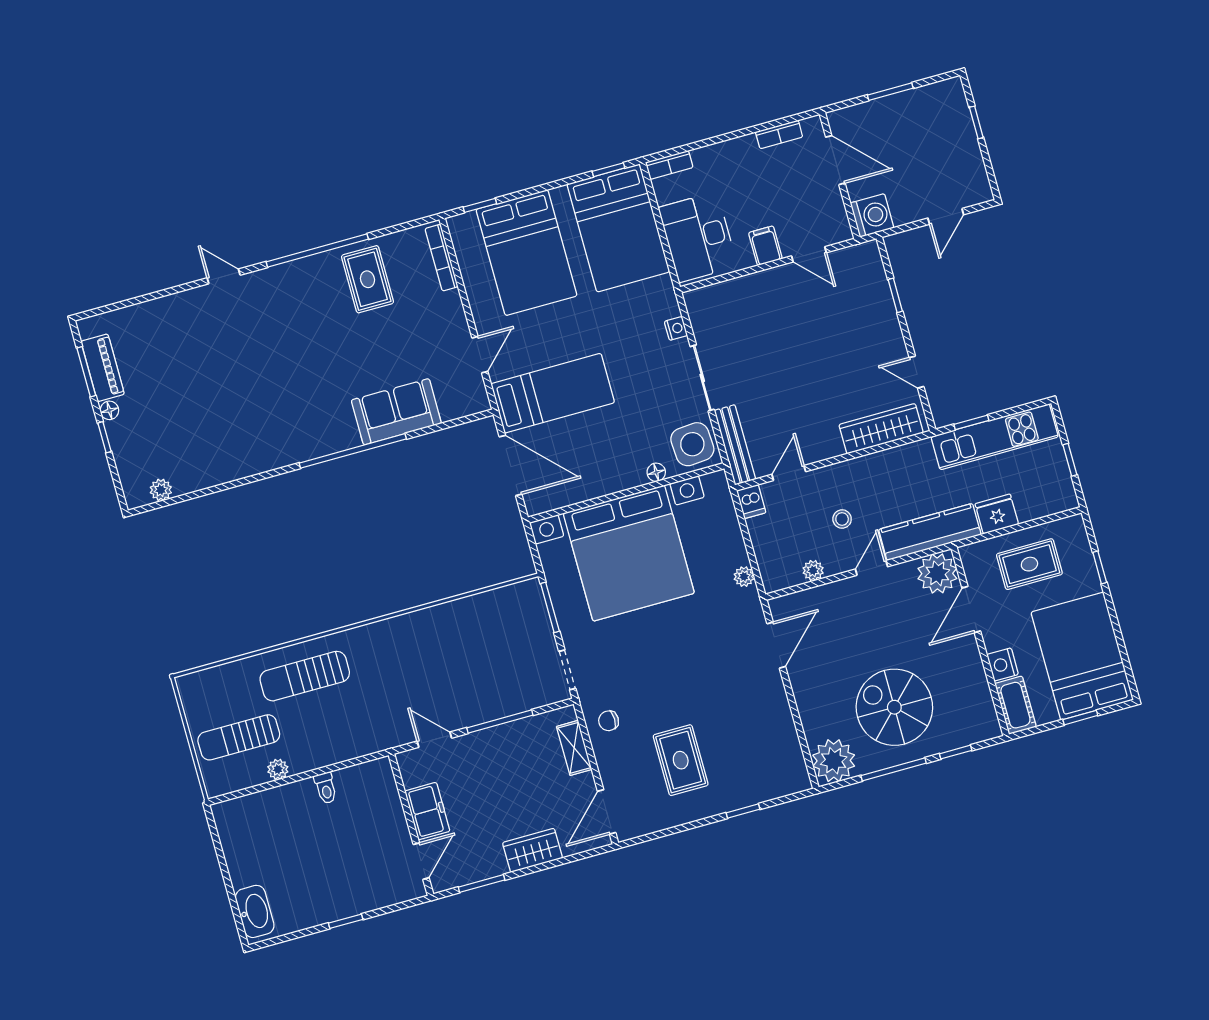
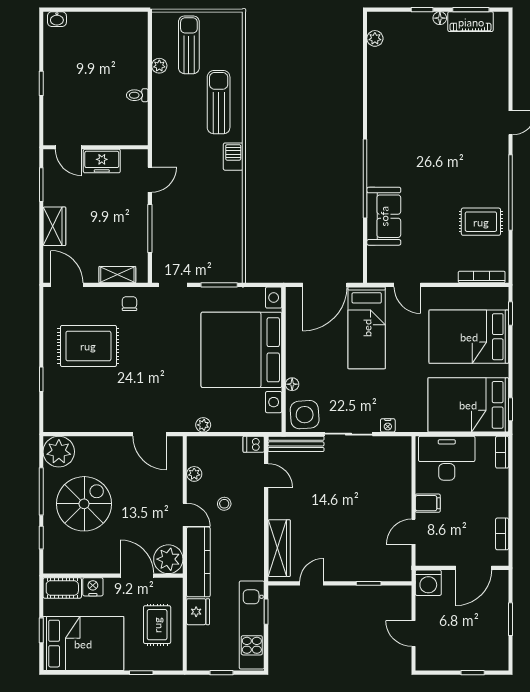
barbecue: (372, 636) -> (233, 157), added
rug: (681, 760) -> (88, 346), width x1.36, depth x1.43
washbasin: (255, 911) -> (57, 19), width x0.52, depth x0.69

